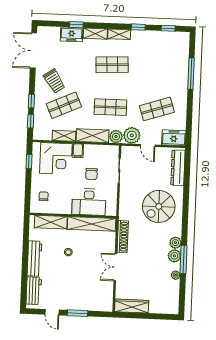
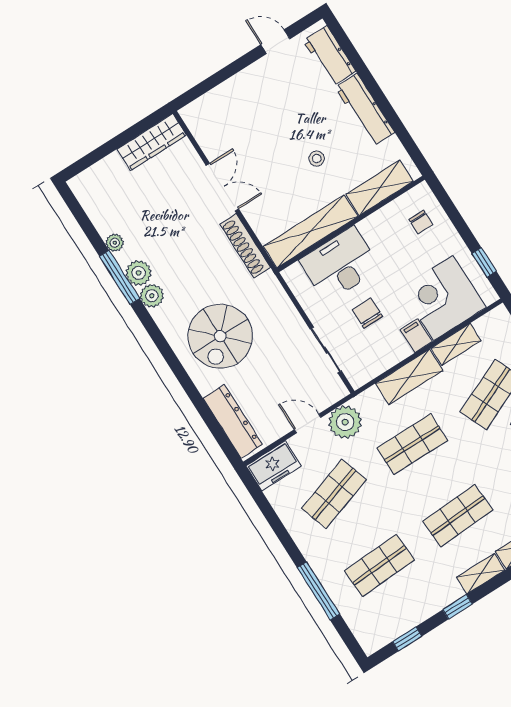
shop shelf: (159, 67) -> (379, 565), added
plant: (116, 137) -> (370, 402), removed
spiral stairs: (159, 206) -> (220, 336), turned 180
window: (77, 313) -> (232, 69), removed

